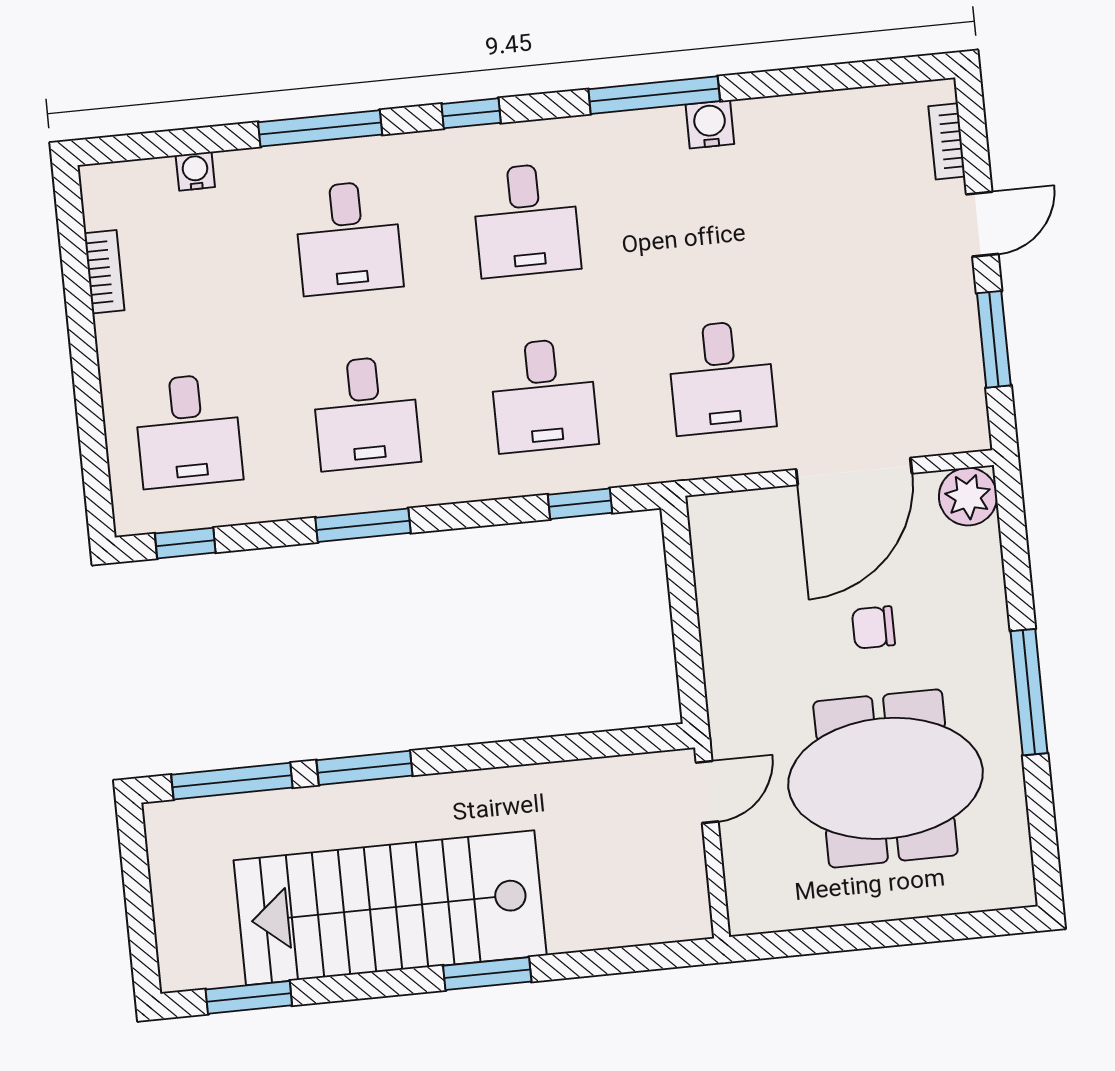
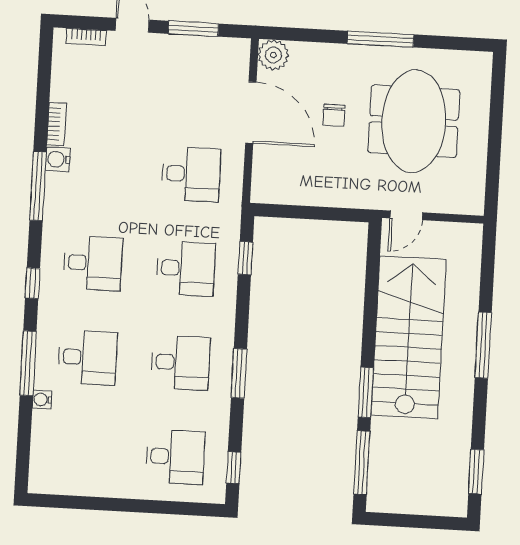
water cooler: (195, 171) -> (42, 399), moved
bookcase: (104, 272) -> (57, 124), moved, turned 90
door: (707, 792) -> (406, 215), swing flipped
stairs: (390, 908) -> (409, 337), moved, turned 180
window: (487, 974) -> (483, 345), width x1.44

